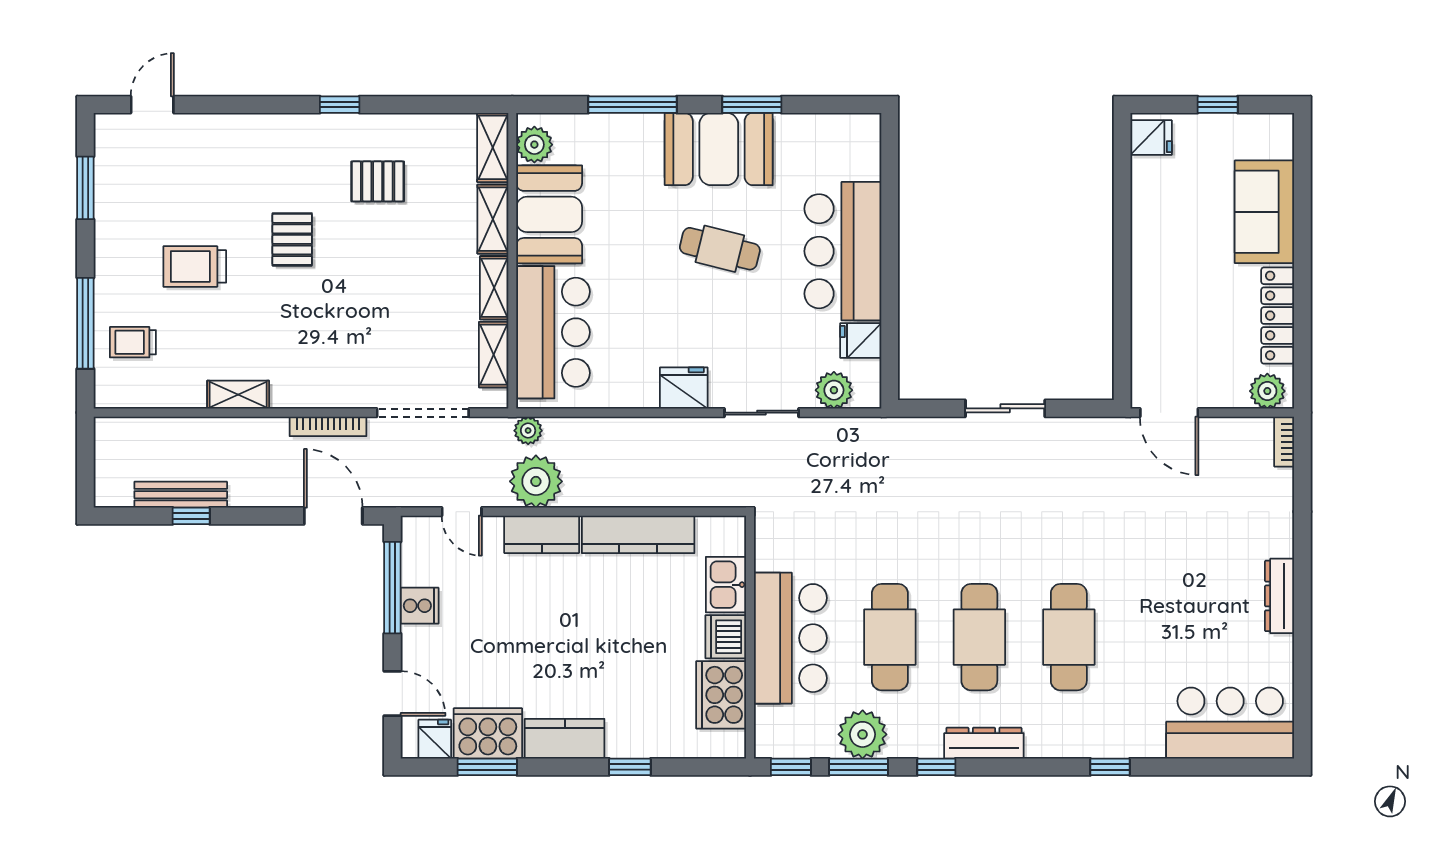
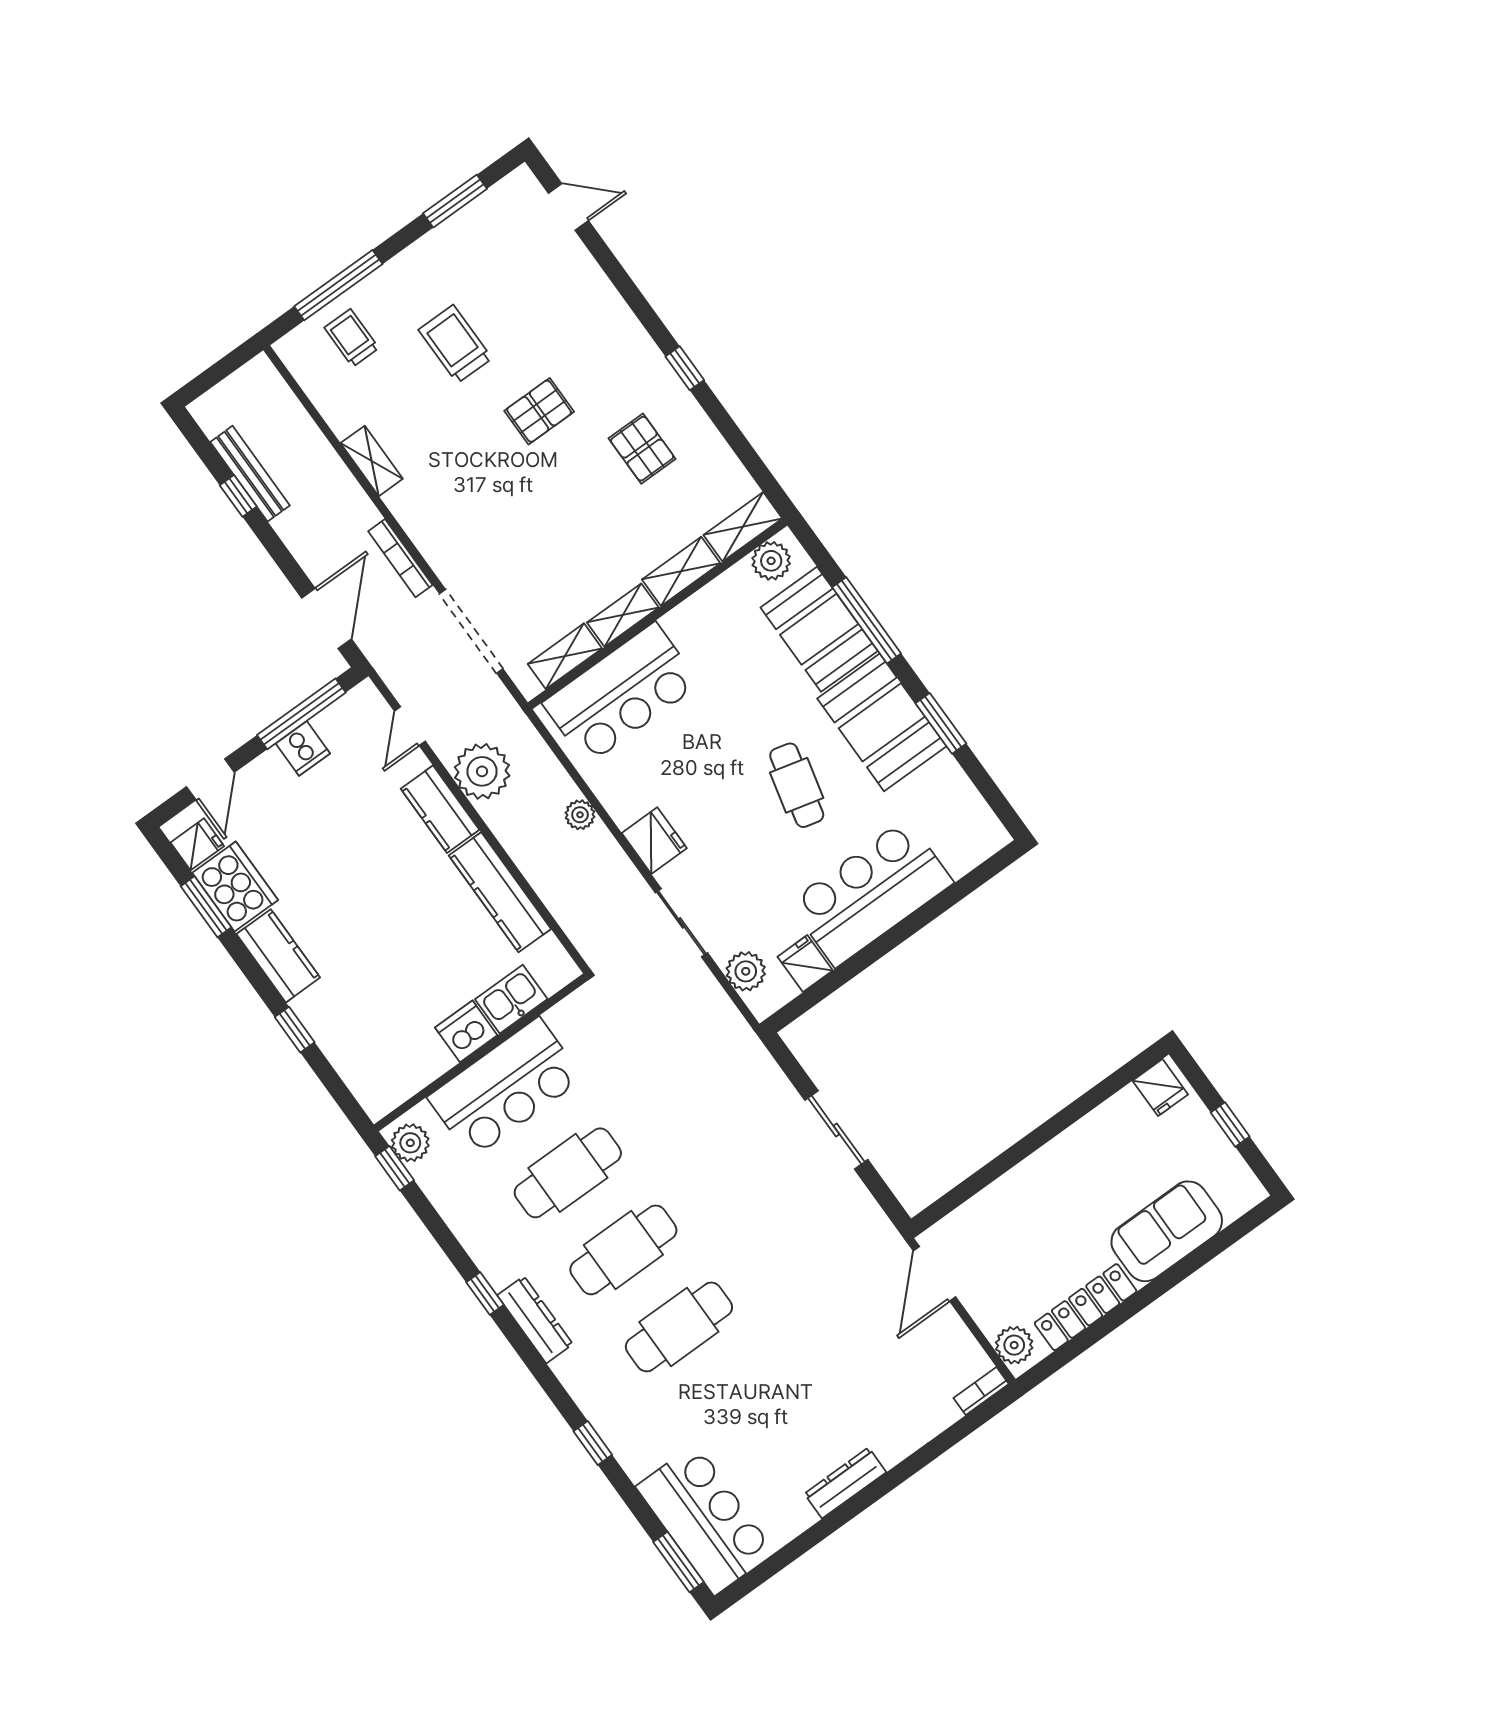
booth: (549, 214) -> (819, 629), moved, turned 90
plant: (528, 431) -> (580, 815), moved
cooker: (721, 695) -> (413, 1063), removed
plant: (863, 734) -> (410, 1143), moved, width x0.73, depth x0.73
window: (858, 767) -> (679, 1562), moved

